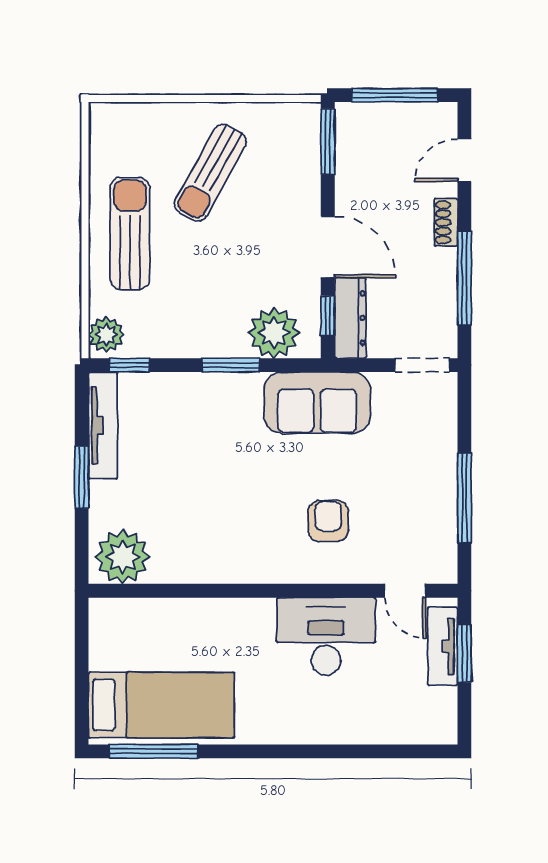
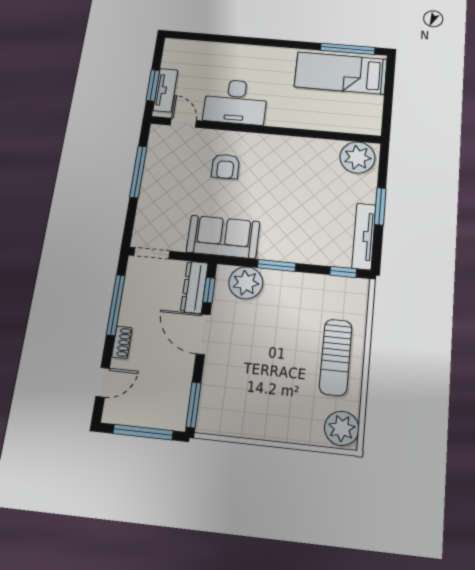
sun lounger: (210, 173) -> (277, 392), removed
plant: (106, 335) -> (342, 428), moved, width x1.36, depth x1.36

